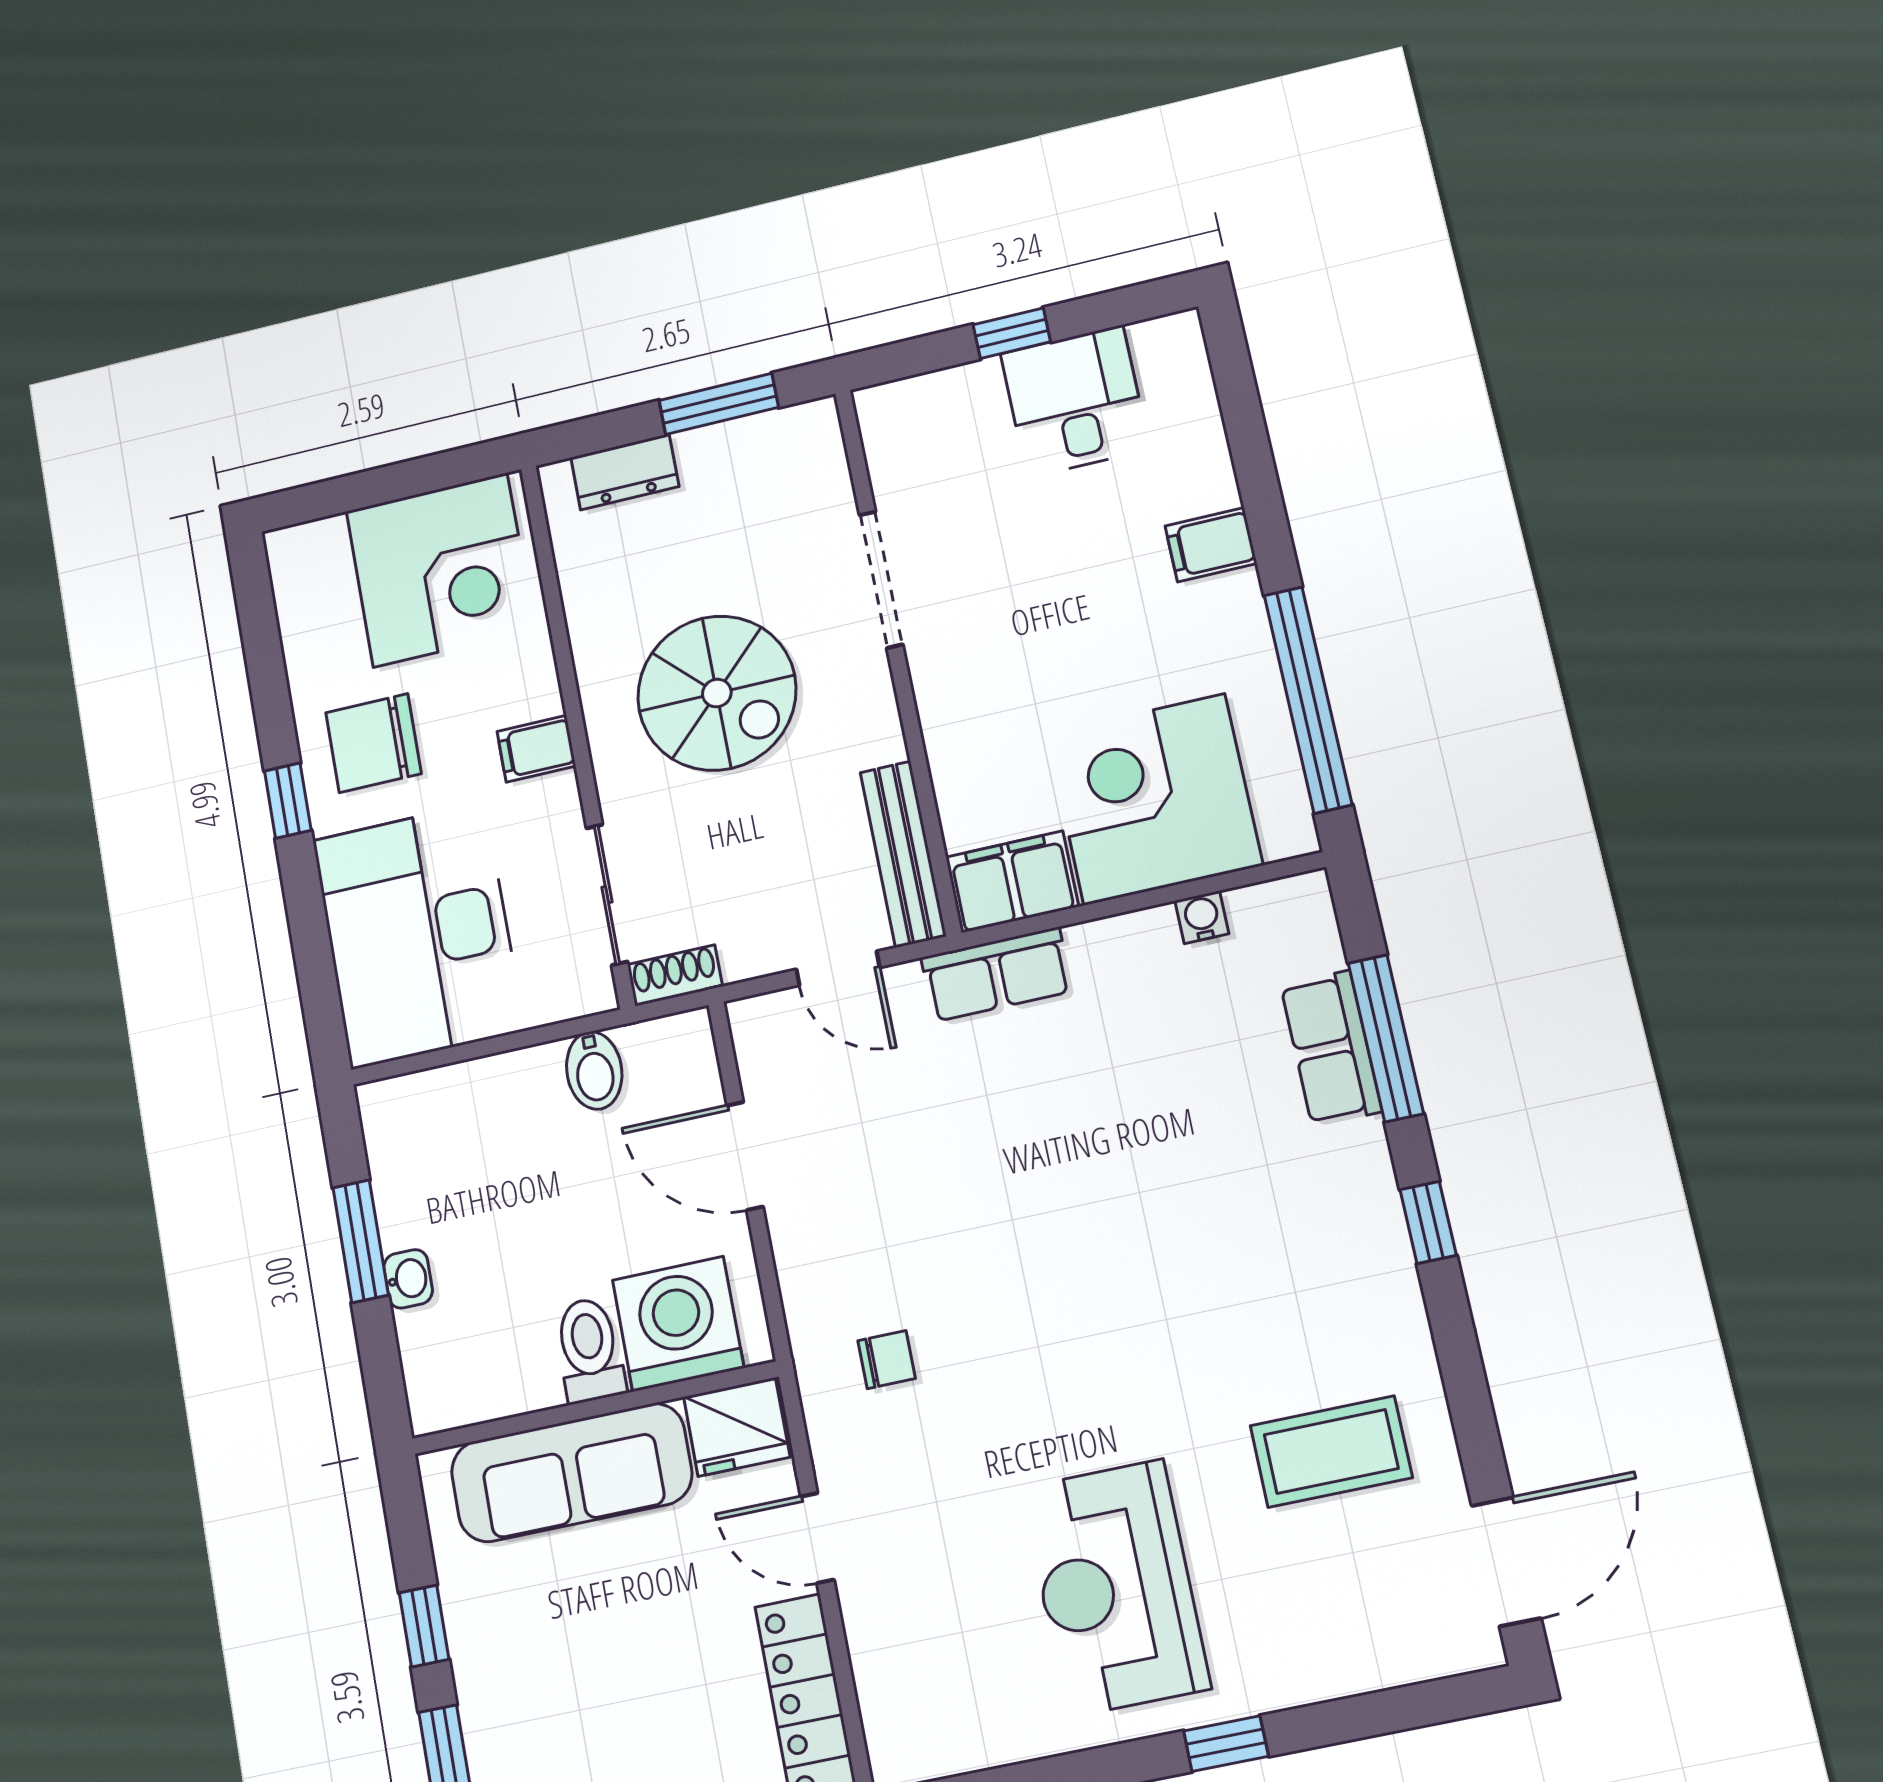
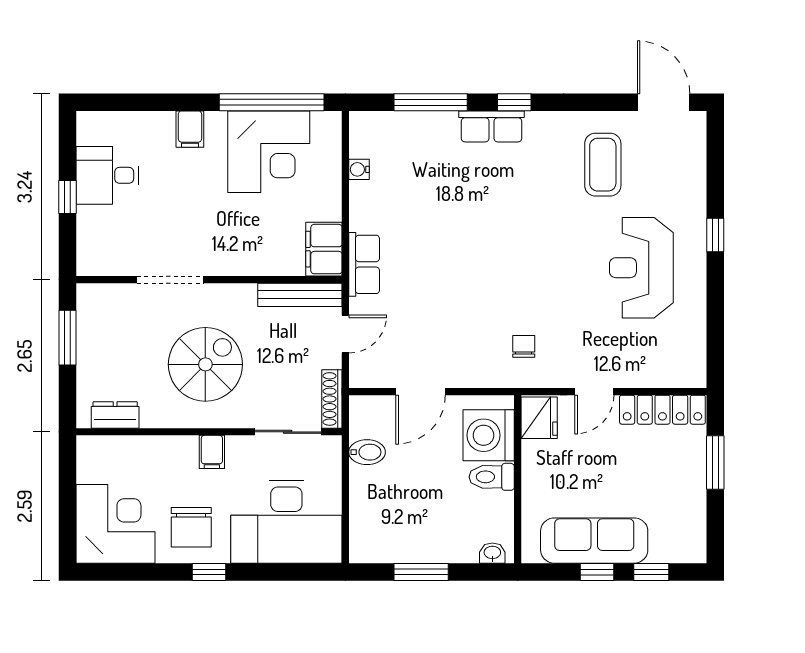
dresser: (625, 472) -> (115, 415), moved, turned -90
corner desk: (440, 570) -> (116, 524), moved
corner desk: (1154, 799) -> (269, 152), moved, turned -90
shoe rack: (675, 975) -> (332, 399), width x1.43
row of seats: (1331, 1048) -> (492, 126), moved
washbasin: (408, 1279) -> (492, 553), moved
sofa: (571, 1473) -> (594, 541), moved, turned -90
reception desk: (1116, 1588) -> (641, 268), turned 90

